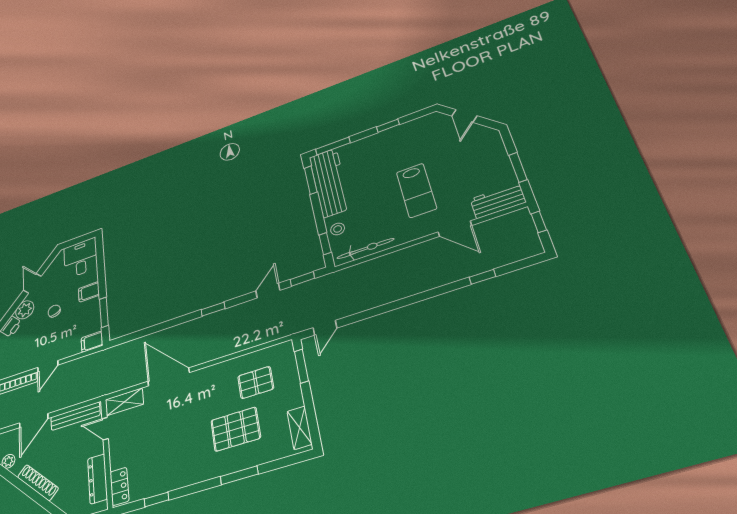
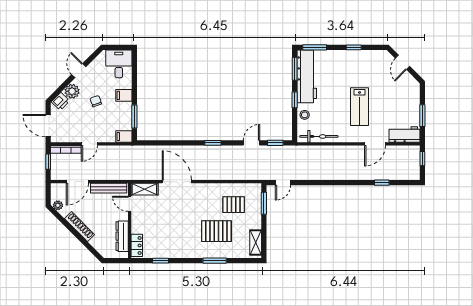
door: (455, 229) -> (375, 144), hinge flipped
window: (325, 244) -> (295, 100), moved

